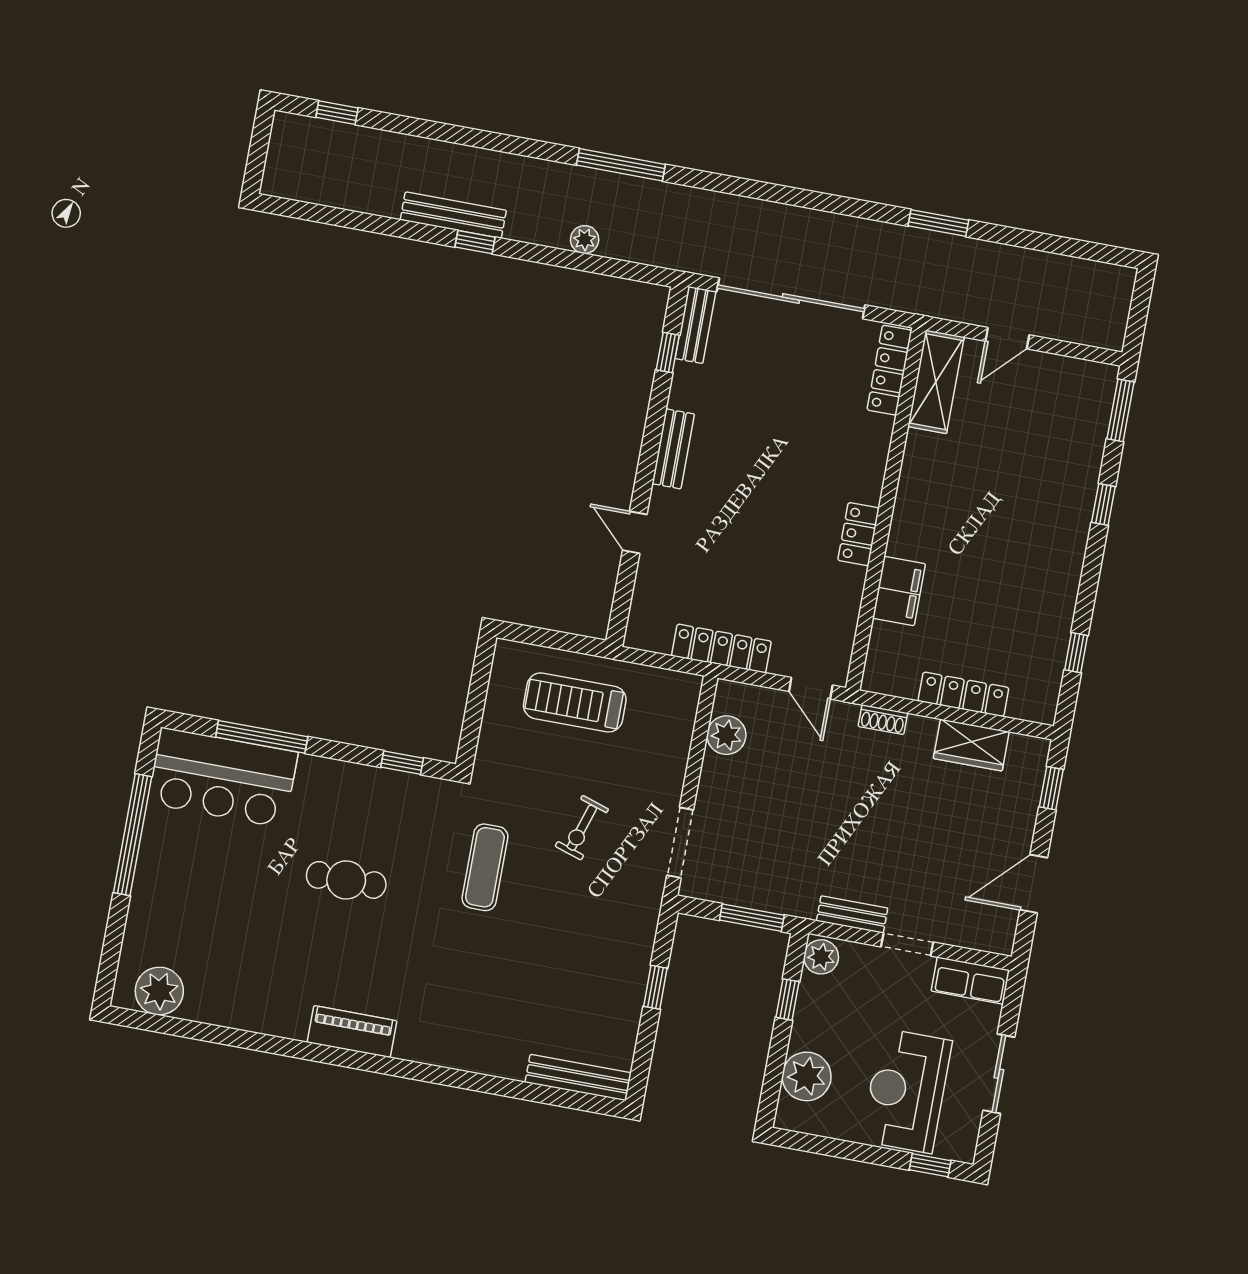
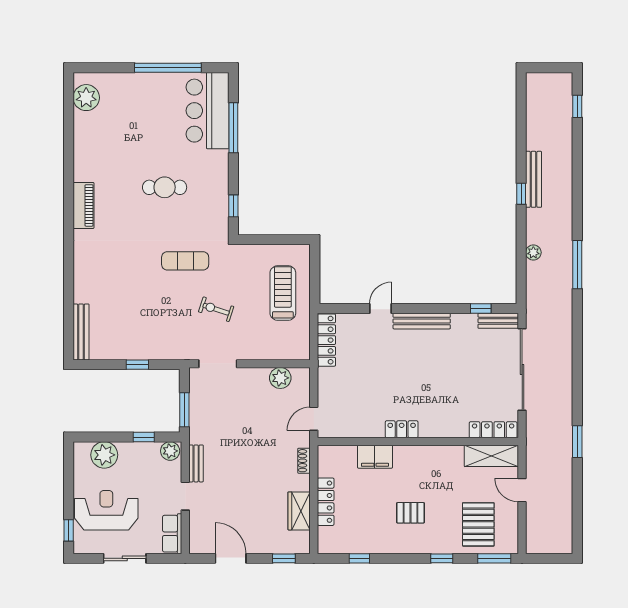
pallet: (1054, 428) -> (478, 524), added
bench: (673, 449) -> (422, 321), width x1.36
pallet: (1011, 546) -> (411, 513), added
locker: (721, 649) -> (326, 340), moved
cafe table: (346, 880) -> (165, 187), turned 90

